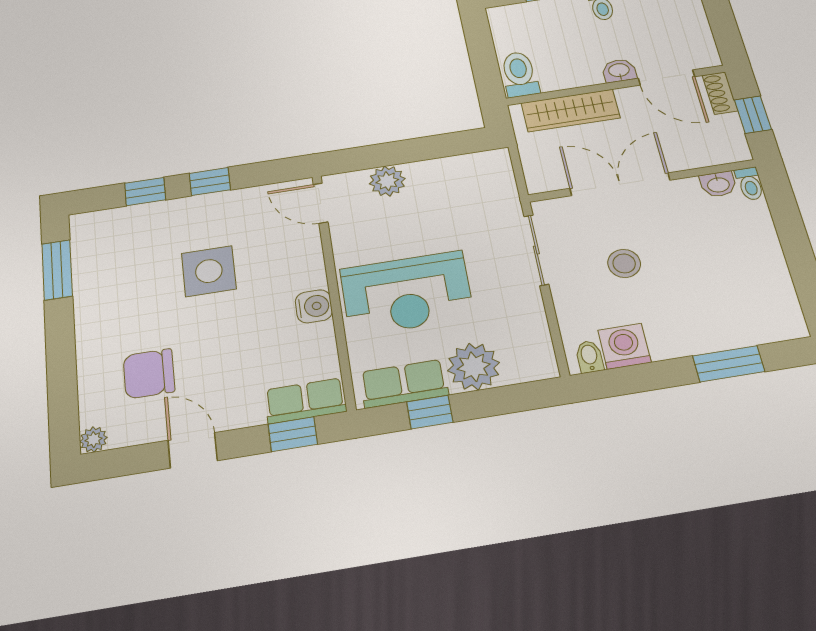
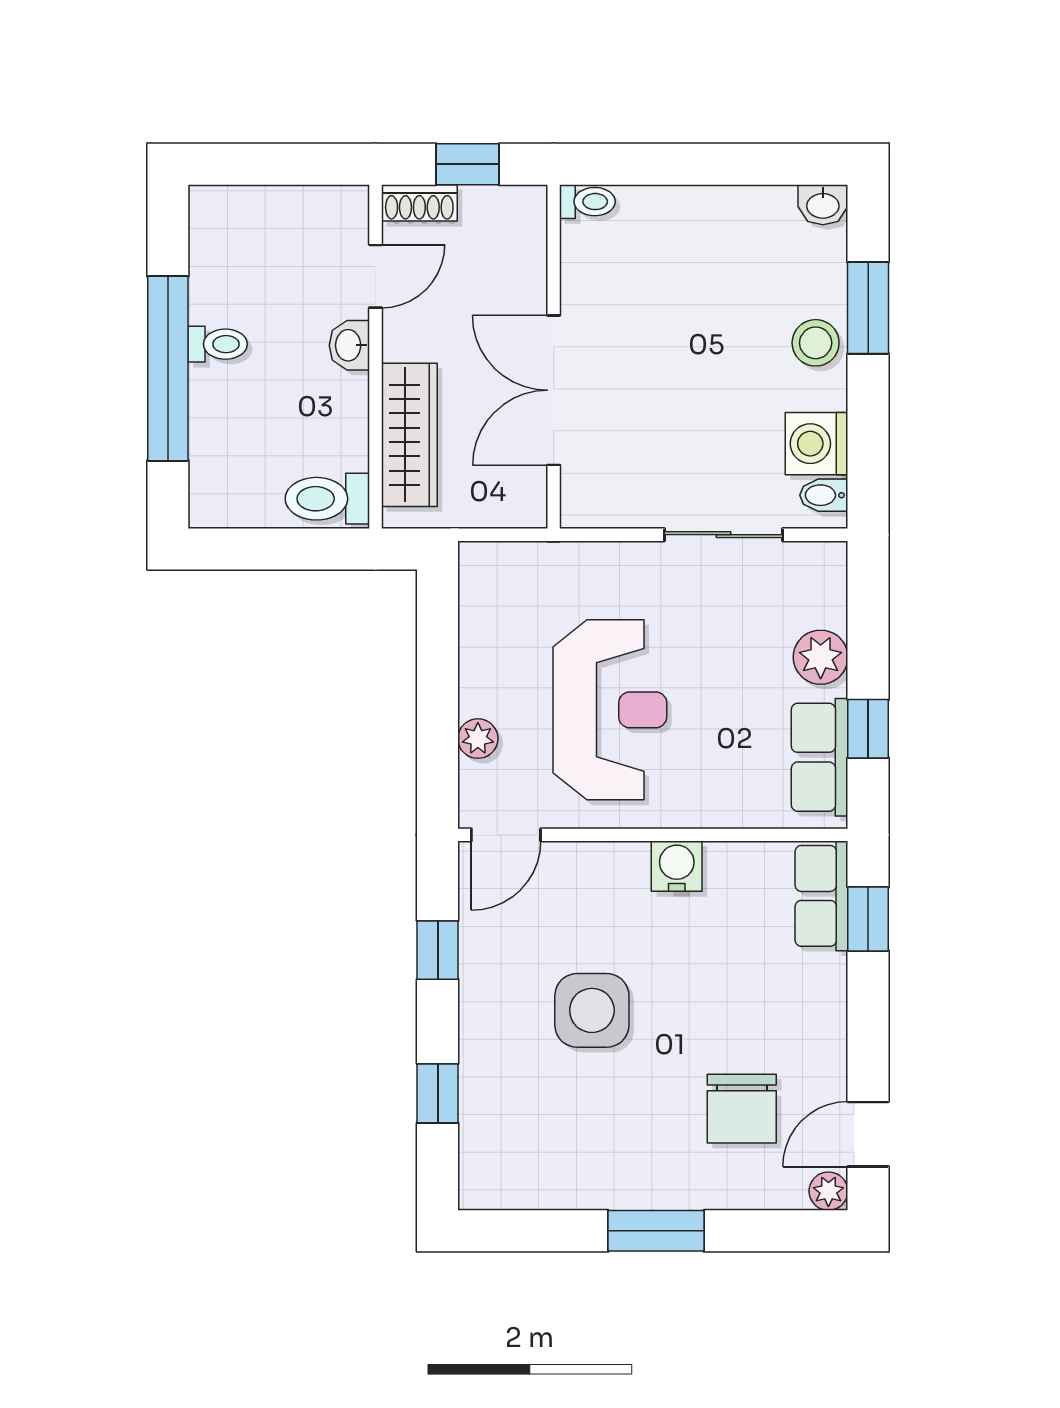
door: (667, 77) -> (376, 276), width x0.73
plant: (387, 181) -> (478, 739), width x0.73, depth x0.73
window: (210, 182) -> (438, 950), moved
washbasin: (718, 184) -> (823, 205), moved, turned 90
sliding door: (536, 250) -> (723, 535), moved
stool: (624, 263) -> (816, 343), moved
window: (57, 270) -> (656, 1231), moved
reception desk: (407, 293) -> (610, 710), moved
plant: (474, 367) -> (821, 657), width x0.73, depth x0.73
door: (193, 450) -> (868, 1134), moved

